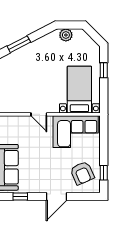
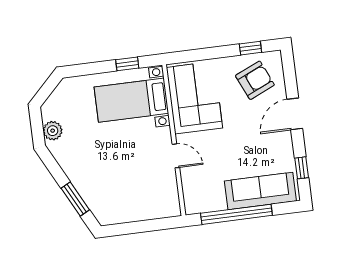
window: (104, 70) -> (127, 64), moved
door: (39, 114) -> (176, 156), hinge flipped
door: (57, 197) -> (295, 114), swing flipped

